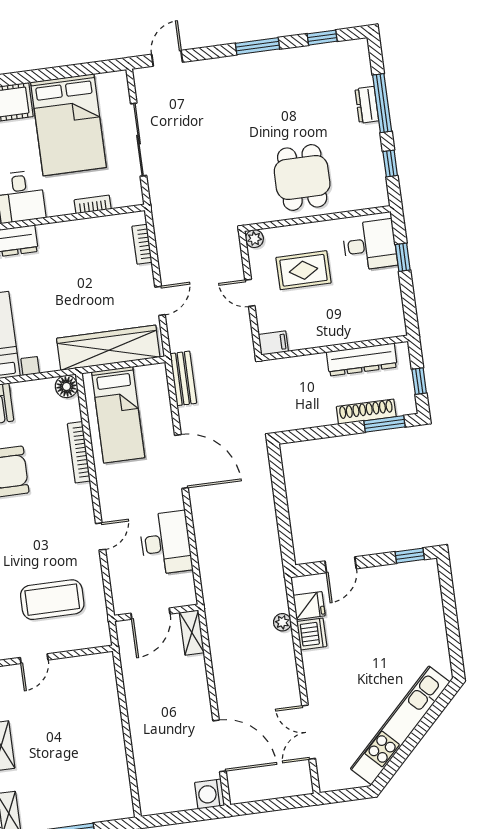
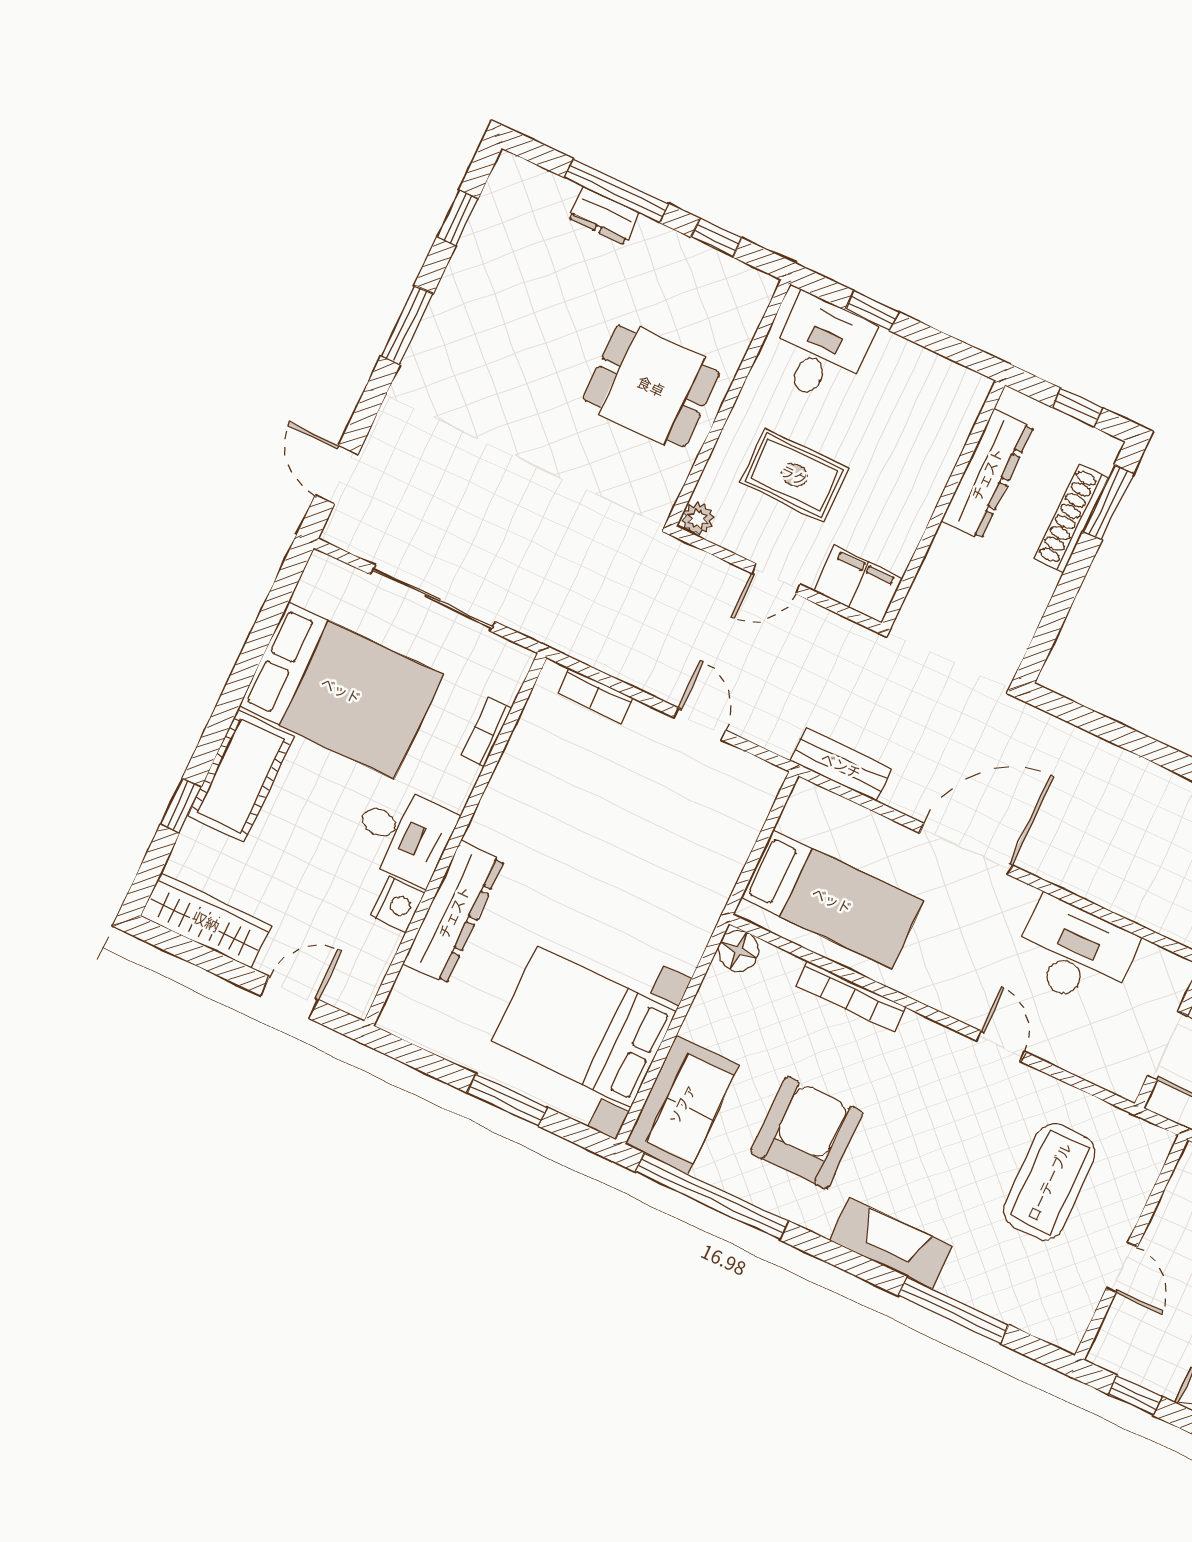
rug: (303, 270) -> (794, 475), turned 90
filing cabinet: (273, 343) -> (858, 584), width x2.00
wardrobe: (108, 348) -> (720, 849), removed

